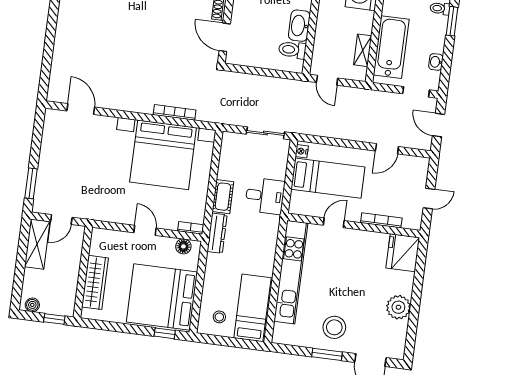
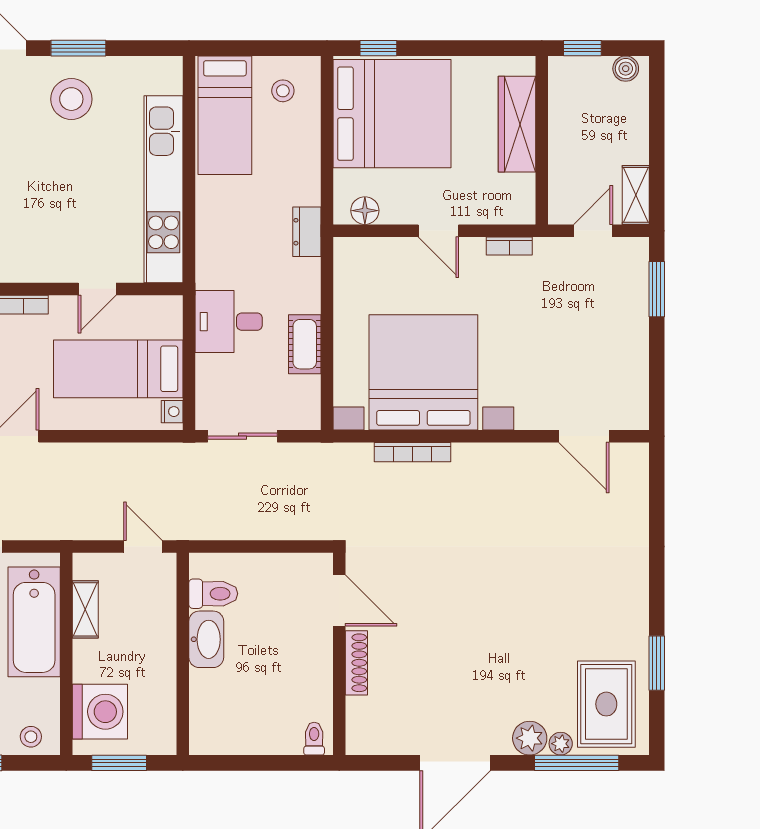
cot: (223, 197) -> (305, 344), moved
bookcase: (191, 228) -> (509, 246), moved
dresser: (217, 233) -> (307, 232), width x0.70
shelving: (37, 244) -> (636, 195), width x0.67, depth x0.75

